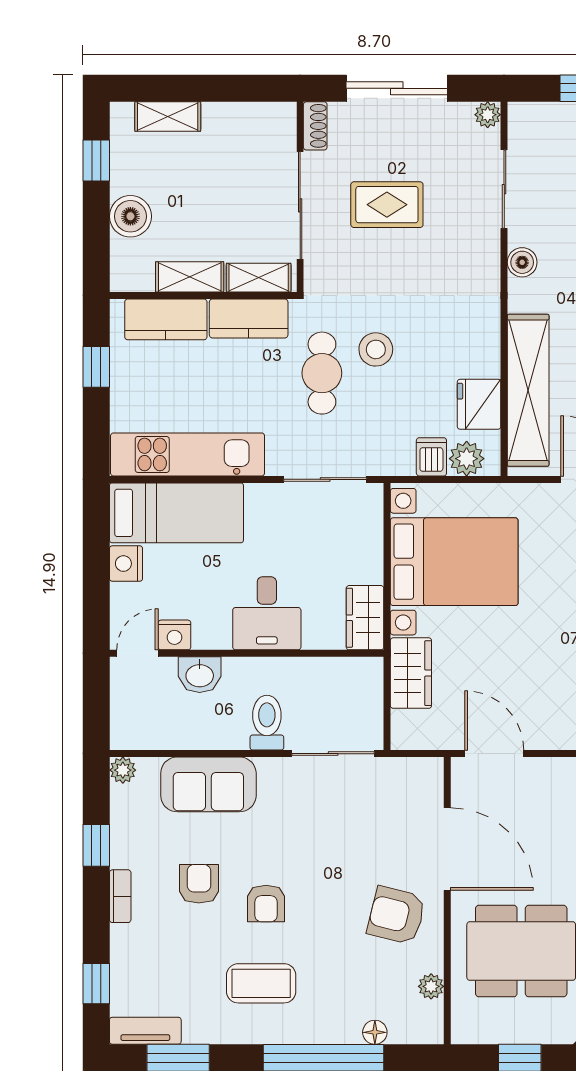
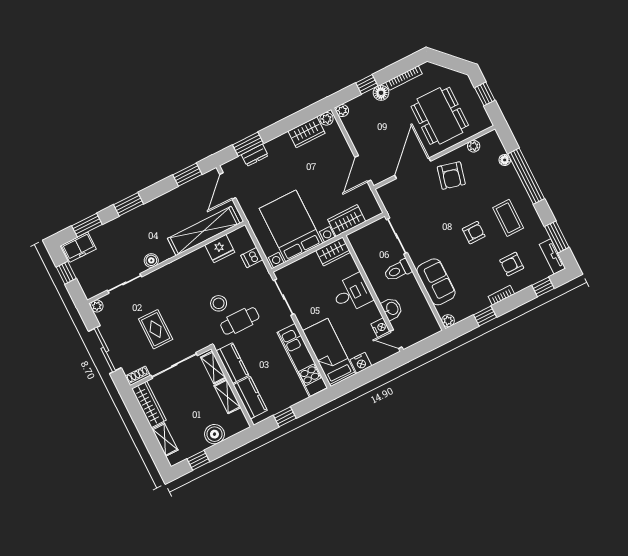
wardrobe: (250, 120) -> (149, 404), added
plant: (467, 459) -> (245, 242), removed
armchair: (199, 884) -> (512, 264), moved

